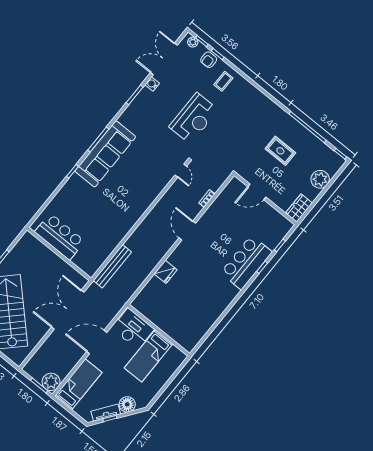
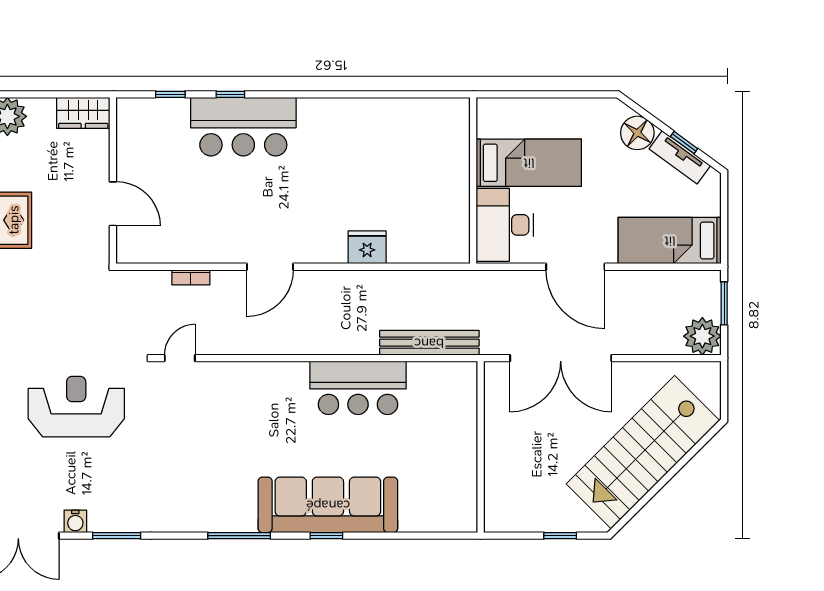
sofa: (105, 154) -> (328, 505), moved
bar counter: (60, 237) -> (358, 388), moved, turned -90
plant: (51, 382) -> (702, 336), moved

